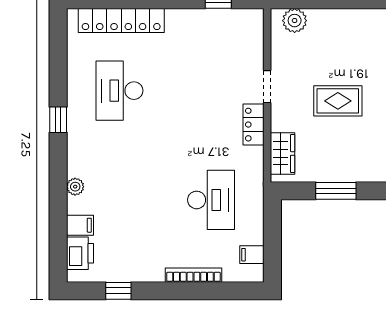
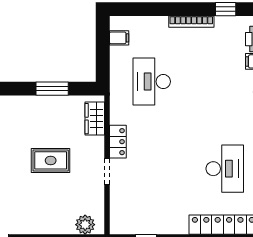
bookcase: (193, 275) -> (191, 22), moved

